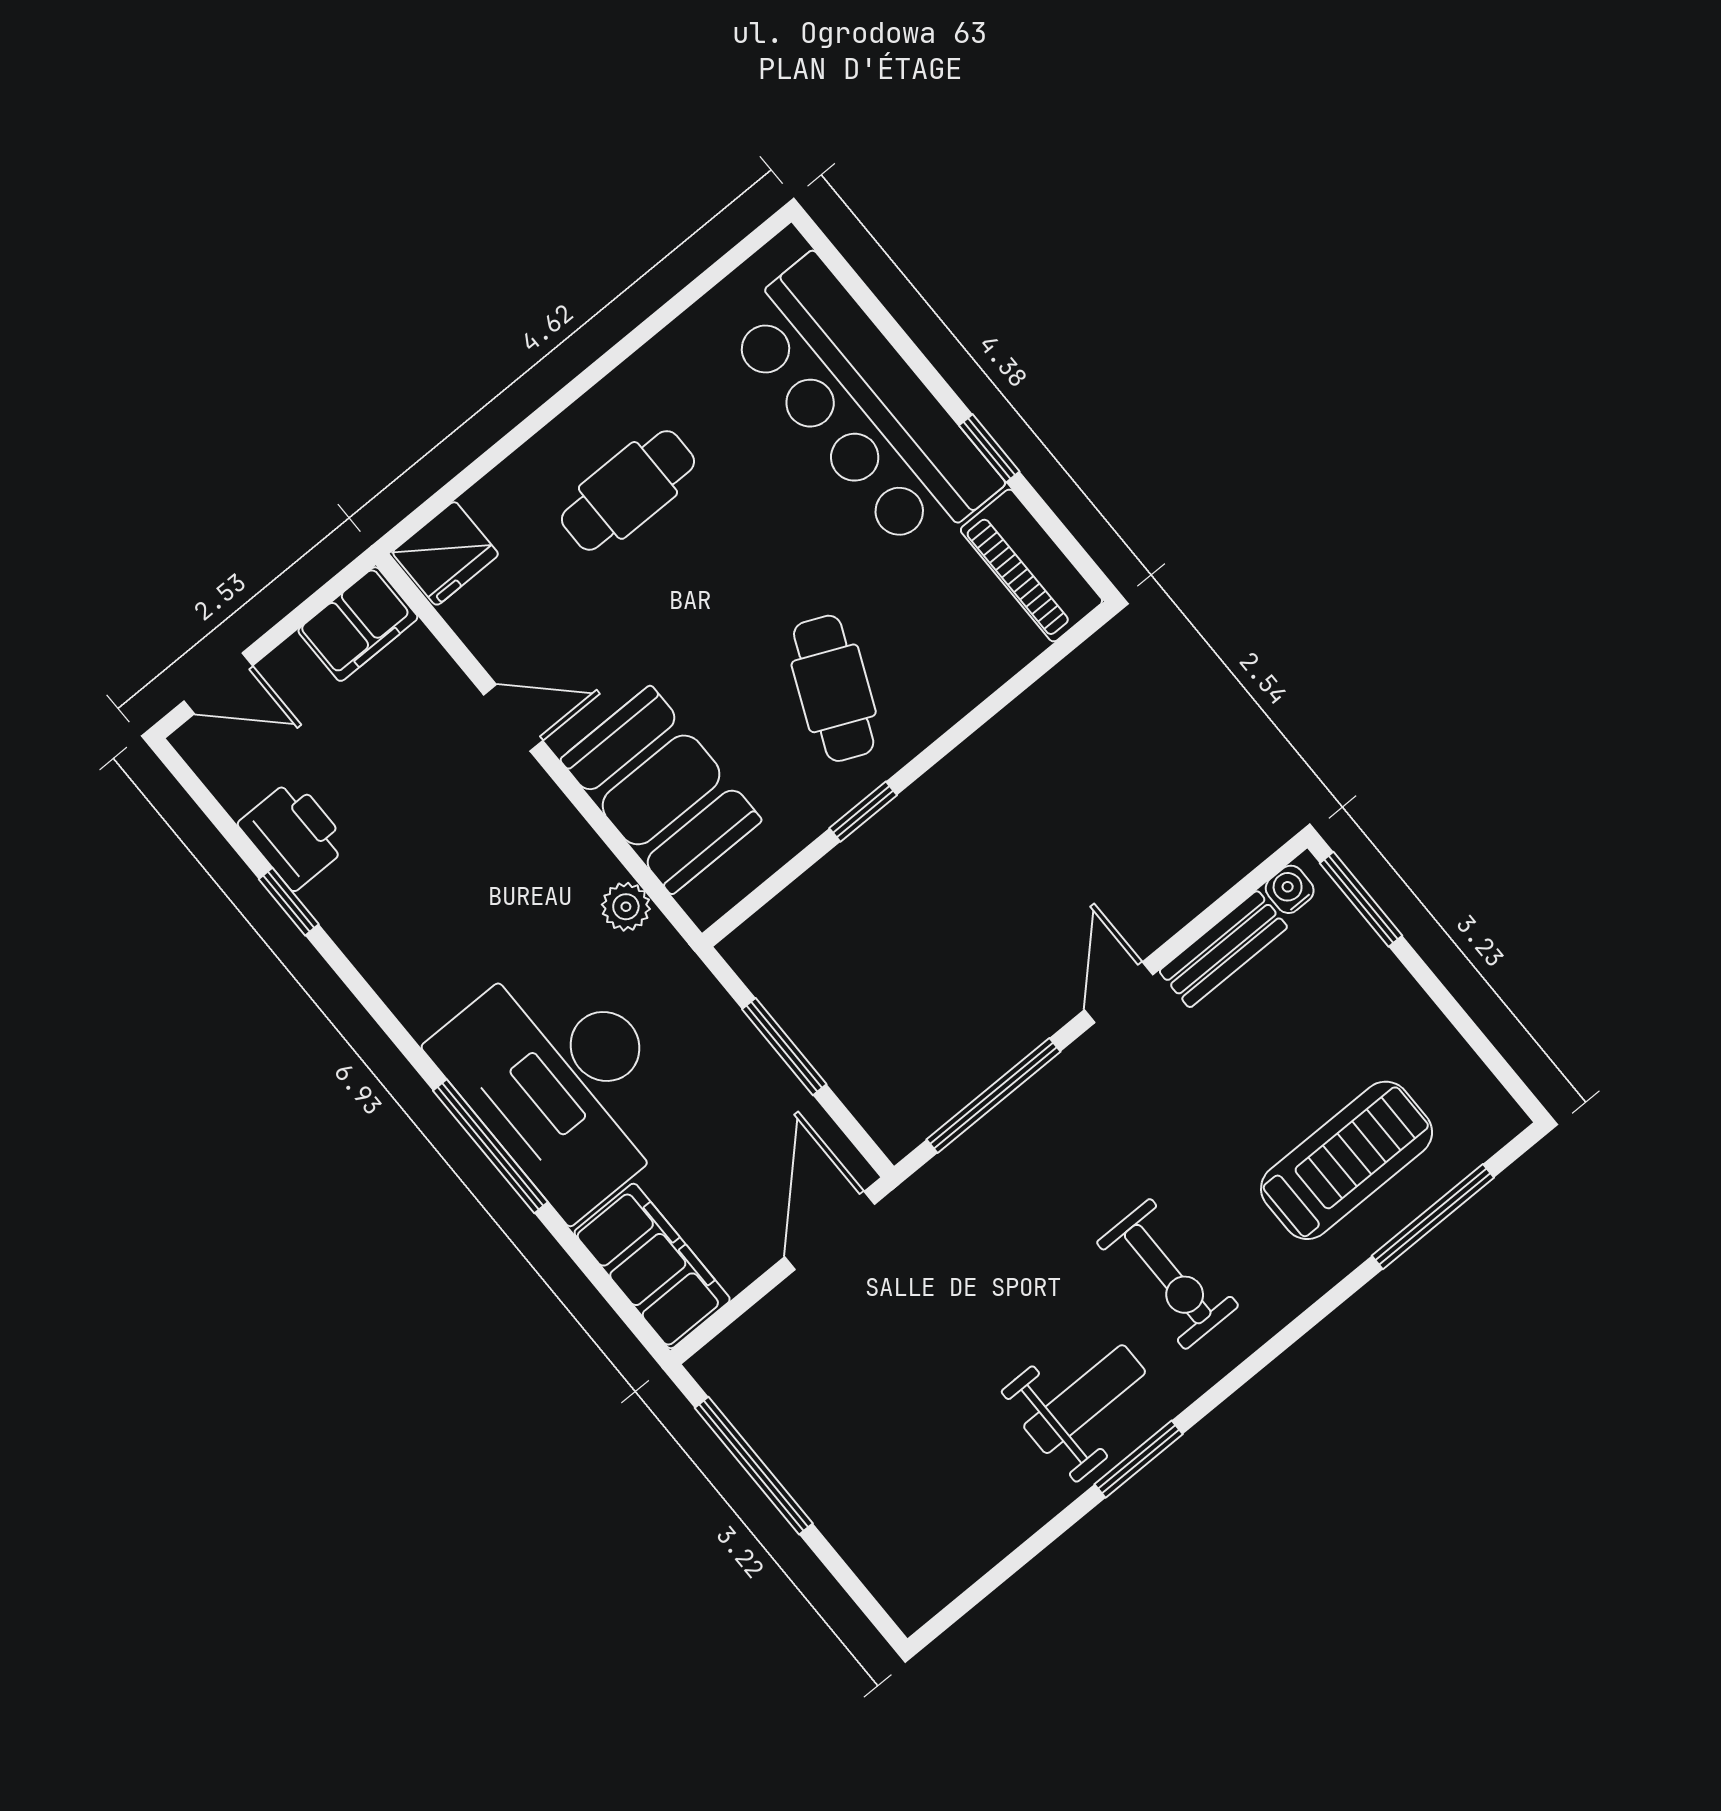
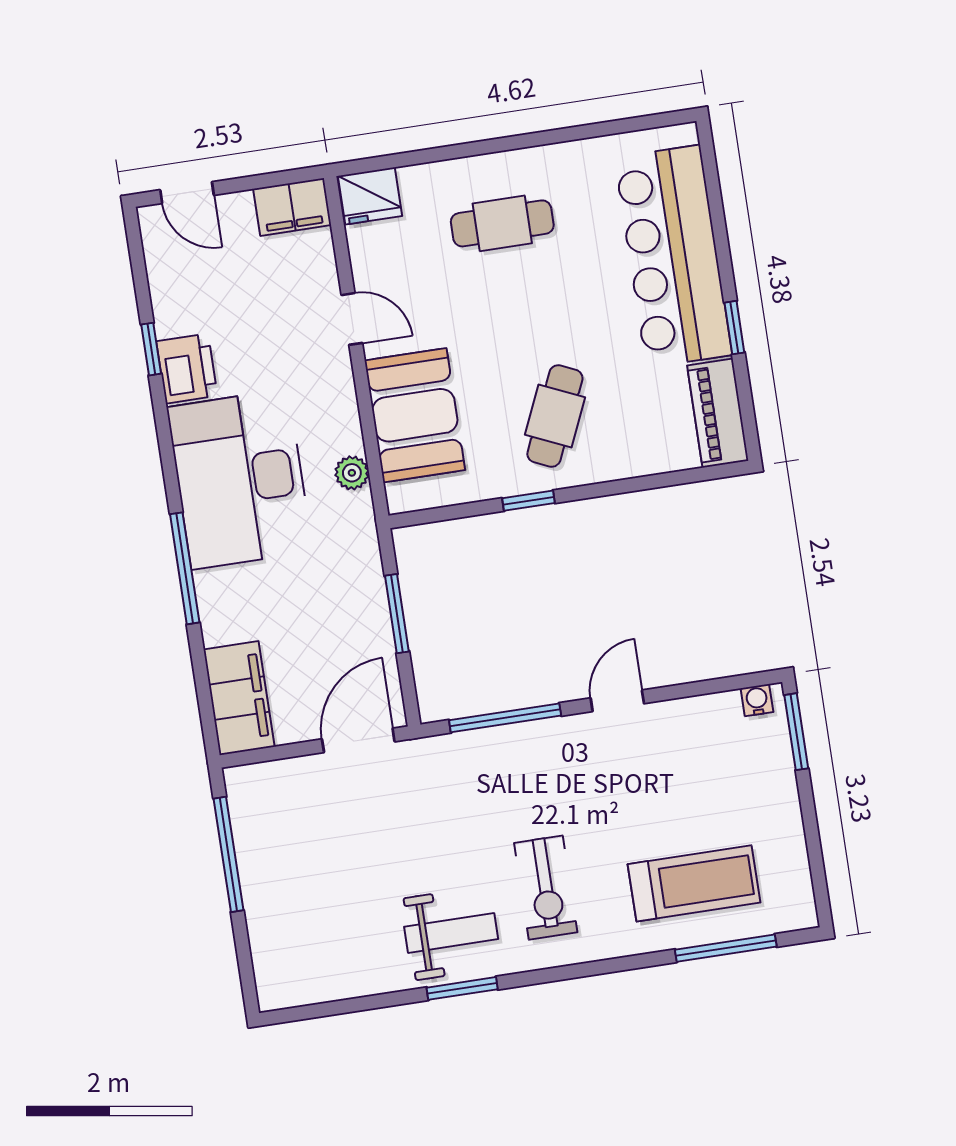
printer: (294, 835) -> (187, 368), moved
bench: (1223, 949) -> (696, 712), removed
desk: (563, 1081) -> (240, 479), moved

